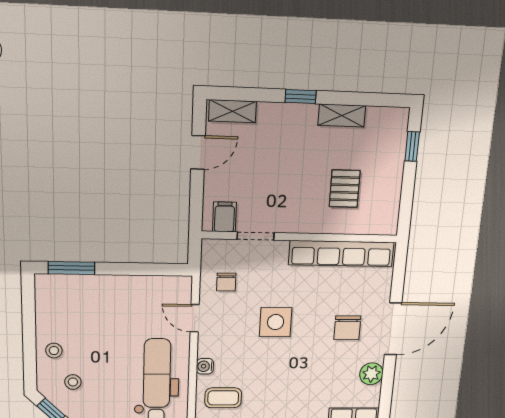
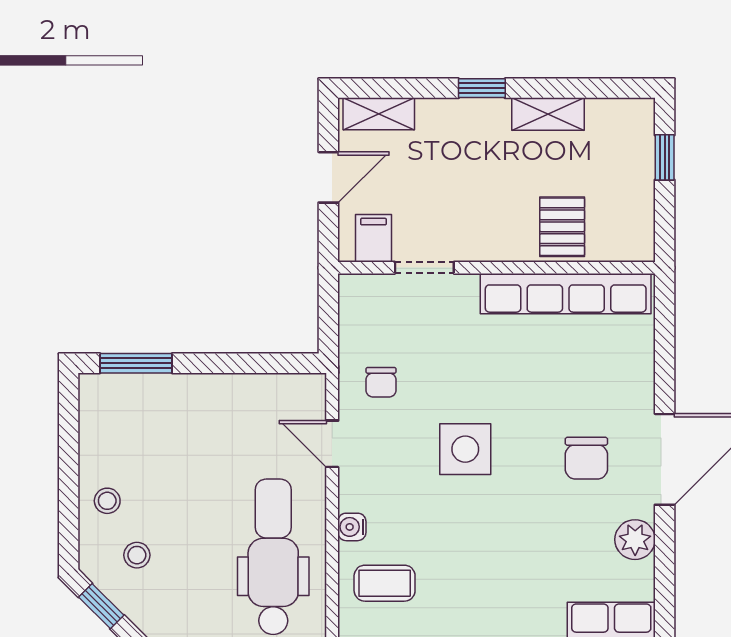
filing cabinet: (224, 217) -> (373, 238), moved
doorway: (256, 236) -> (424, 268), moved
wall: (300, 237) -> (496, 268), moved
row of seats: (341, 254) -> (566, 294), moved

